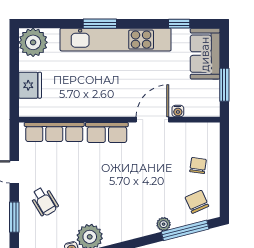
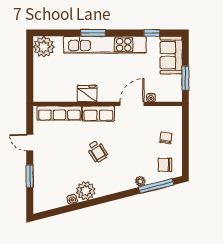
fridge: (30, 85) -> (87, 94), moved, turned -90
wheelchair: (44, 201) -> (97, 151), moved
chair: (197, 202) -> (165, 165), turned -66

